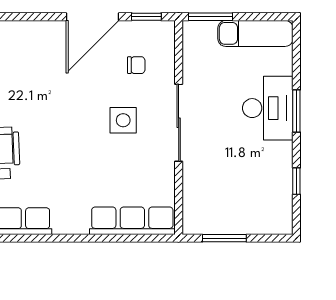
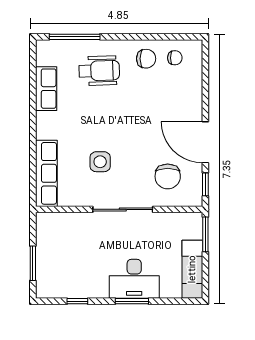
chair: (136, 65) -> (168, 176), width x1.87, depth x1.87
side table: (123, 120) -> (100, 162), moved
window: (224, 238) -> (33, 263), moved

